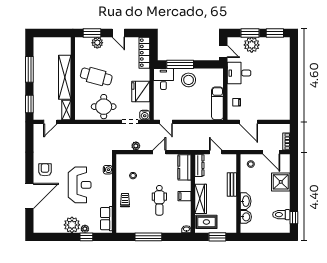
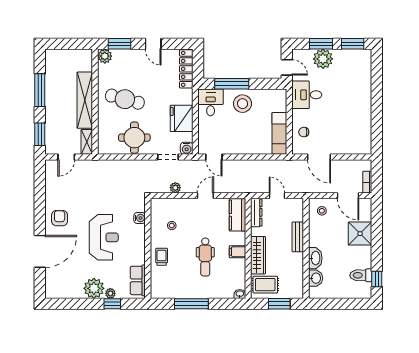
plant: (97, 43) -> (105, 56), moved

